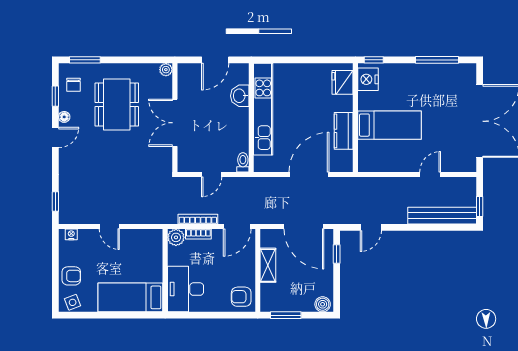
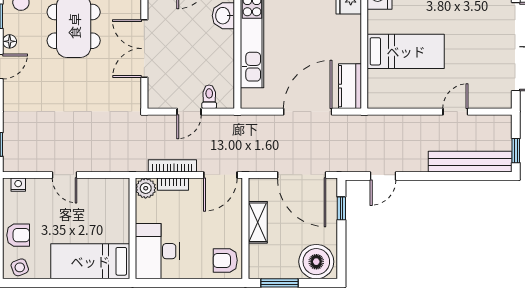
kitchen counter: (344, 131) -> (350, 86), moved
toilet: (243, 162) -> (209, 97), moved
boiler: (323, 304) -> (316, 262), width x1.86, depth x1.86

